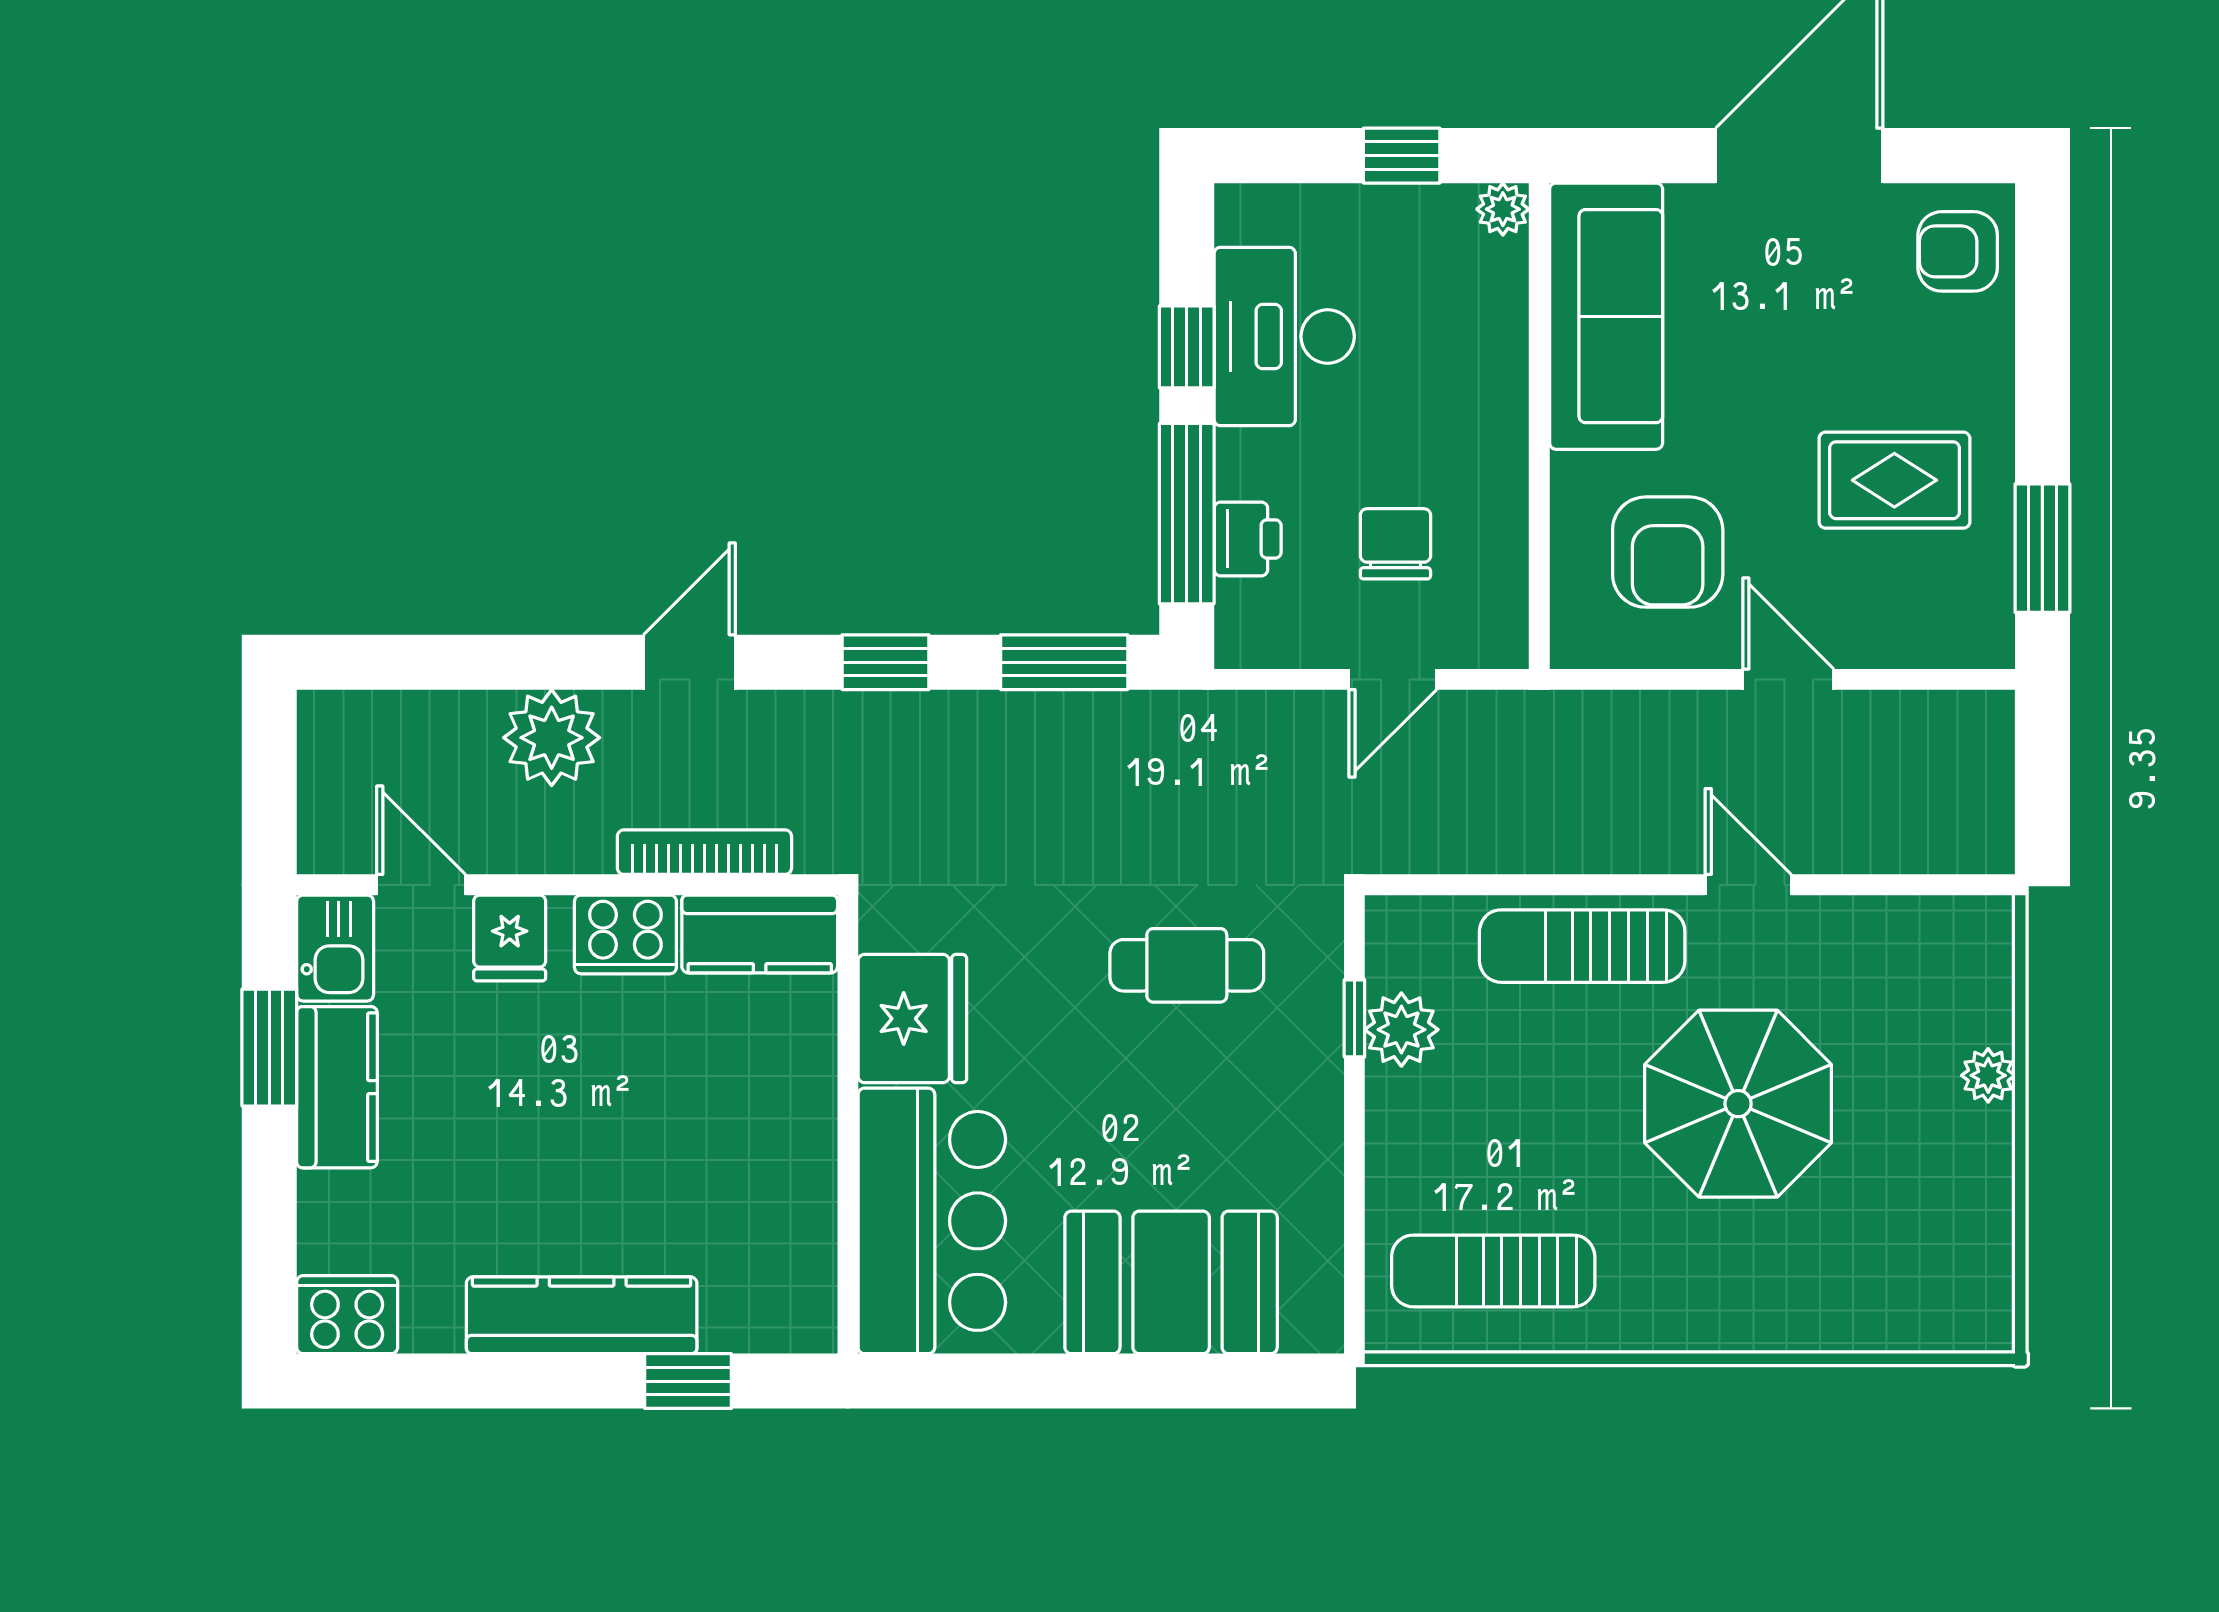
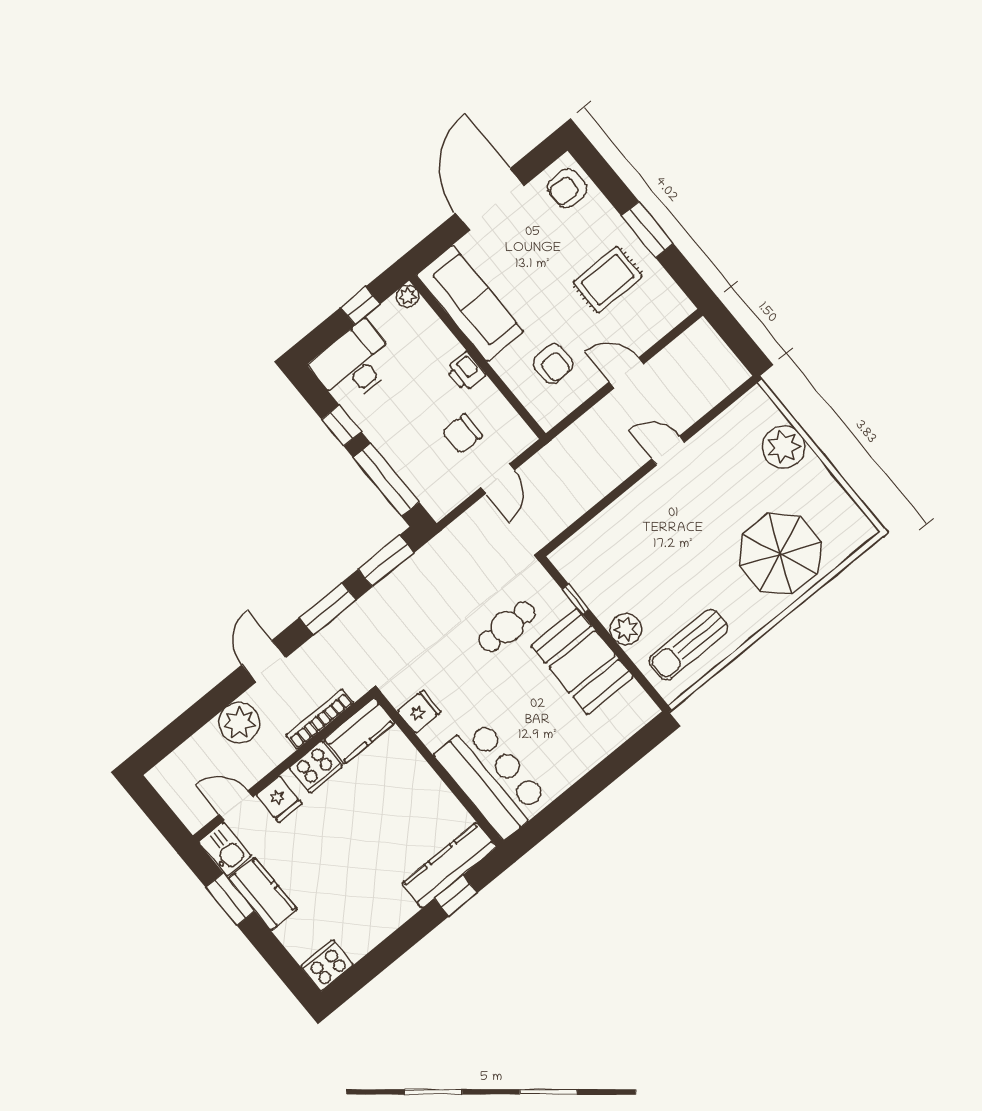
desk: (1284, 337) -> (354, 364), moved, turned 90
printer: (1248, 539) -> (466, 372), moved, turned 180
chair: (1395, 544) -> (462, 434), turned -90
window: (2042, 548) -> (647, 230), moved
armchair: (1668, 552) -> (553, 364), width x0.72, depth x0.72
window: (885, 662) -> (328, 609), width x1.50
sun lounger: (1582, 946) -> (631, 515), removed
fridge: (912, 1019) -> (419, 712), width x0.53, depth x0.75
plant: (1401, 1030) -> (626, 629), moved
plant: (1988, 1075) -> (784, 447), width x1.88, depth x1.88
parasol: (1738, 1104) -> (780, 554), moved
booth: (1171, 1282) -> (582, 661), moved, turned 90
kitchen counter: (582, 1315) -> (449, 865), moved

